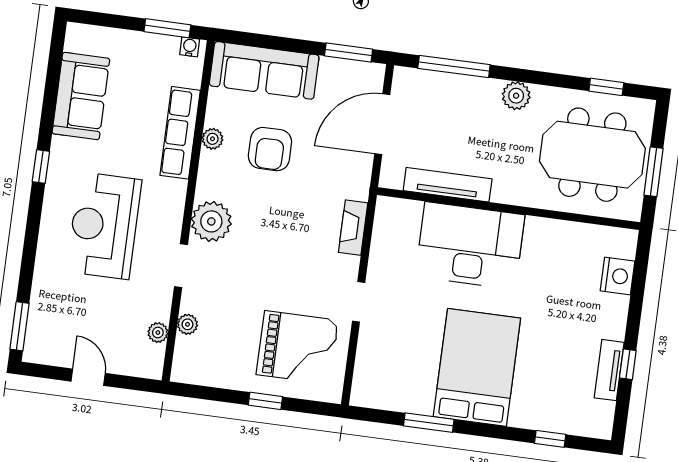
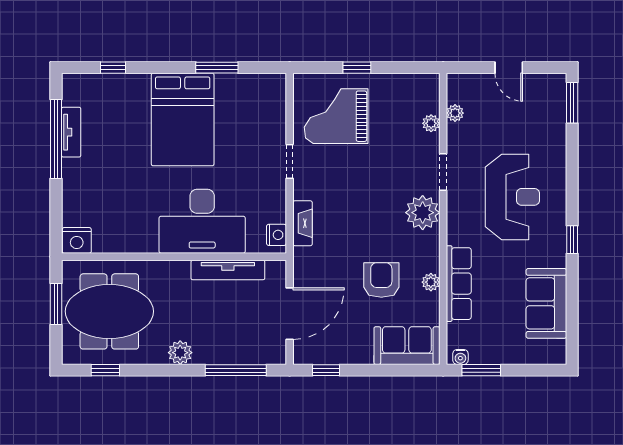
window: (349, 52) -> (326, 370), width x0.67
sofa: (264, 70) -> (407, 346), width x0.73
nightstand: (385, 218) -> (276, 235), added
nightstand: (618, 276) -> (77, 240), moved, turned -90
window: (628, 364) -> (56, 139), width x3.17

